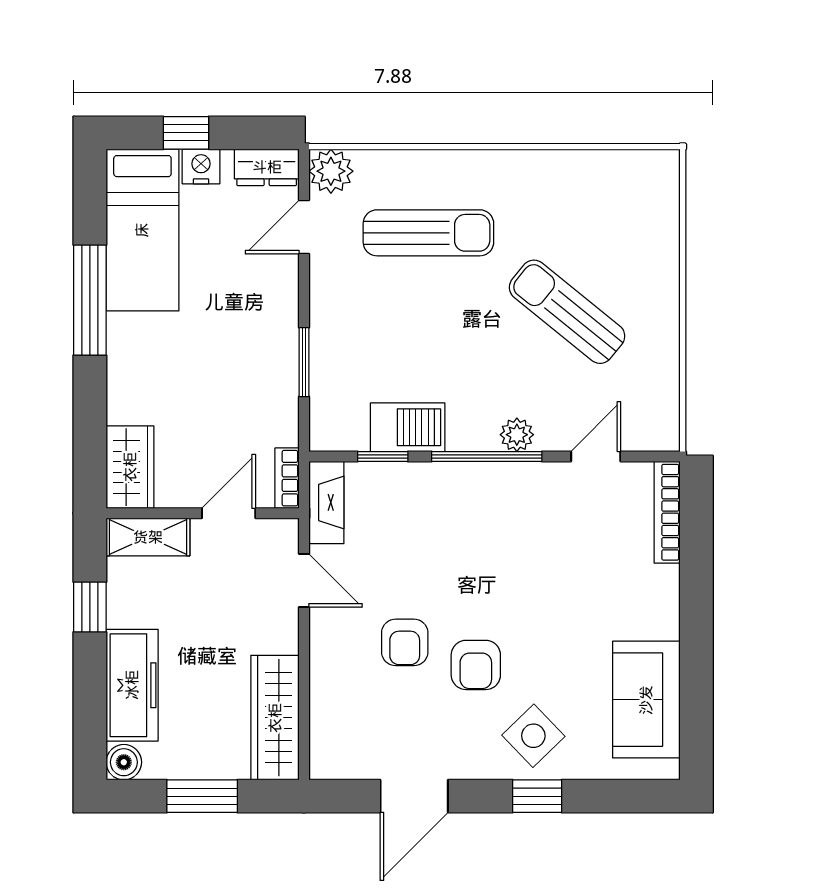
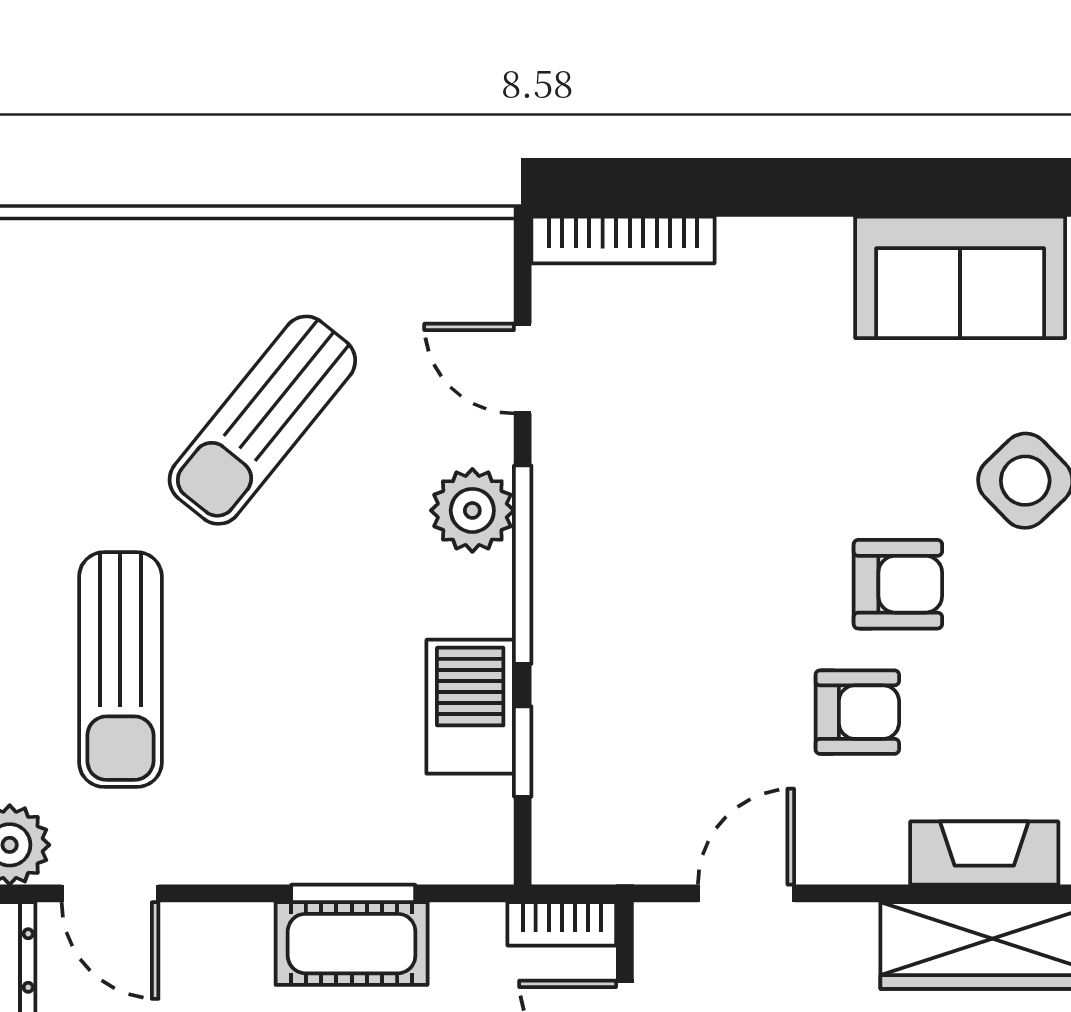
sun lounger: (428, 233) -> (120, 669), turned 180
cot: (276, 361) -> (352, 944), added
plant: (517, 435) -> (472, 510), width x1.38, depth x1.38
fireplace: (326, 502) -> (984, 853), moved

